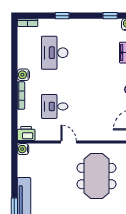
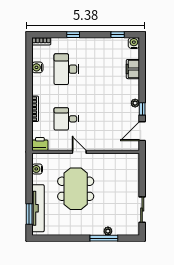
water cooler: (23, 75) -> (37, 67), moved
water cooler: (23, 149) -> (37, 169), moved
meeting table: (96, 176) -> (76, 189), moved

